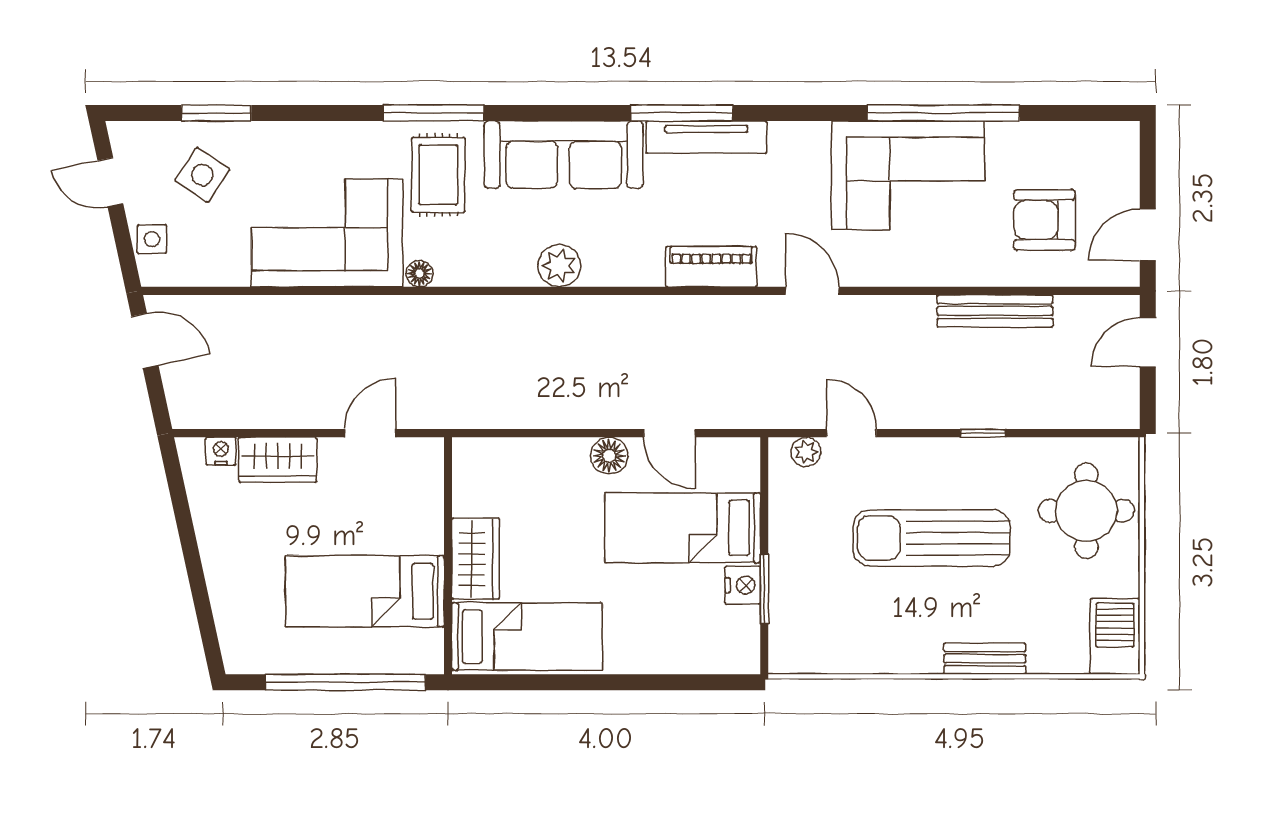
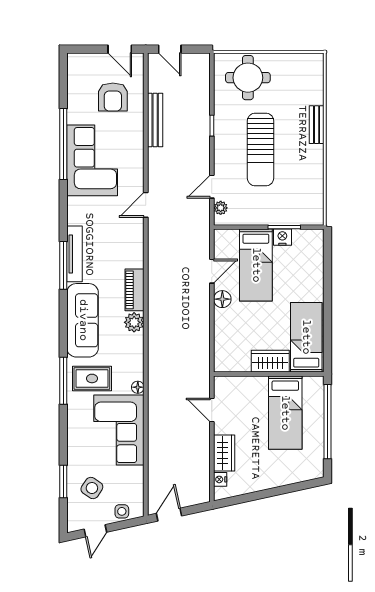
piano: (711, 267) -> (135, 290), moved
barbecue: (1115, 636) -> (306, 64), removed

